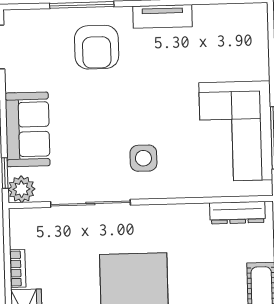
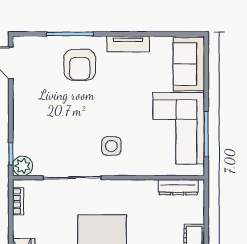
sofa: (28, 129) -> (189, 64), moved, turned 180
bookcase: (18, 268) -> (18, 201), moved

